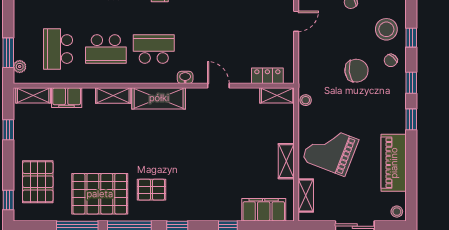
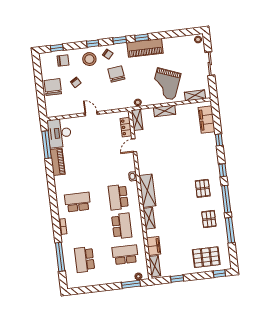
school desk: (58, 49) -> (125, 255), turned 180
door: (218, 86) -> (134, 145), moved
shelving: (286, 161) -> (165, 111), moved
piano: (394, 163) -> (145, 48), moved
pallet: (100, 194) -> (209, 219), width x0.49, depth x0.50

